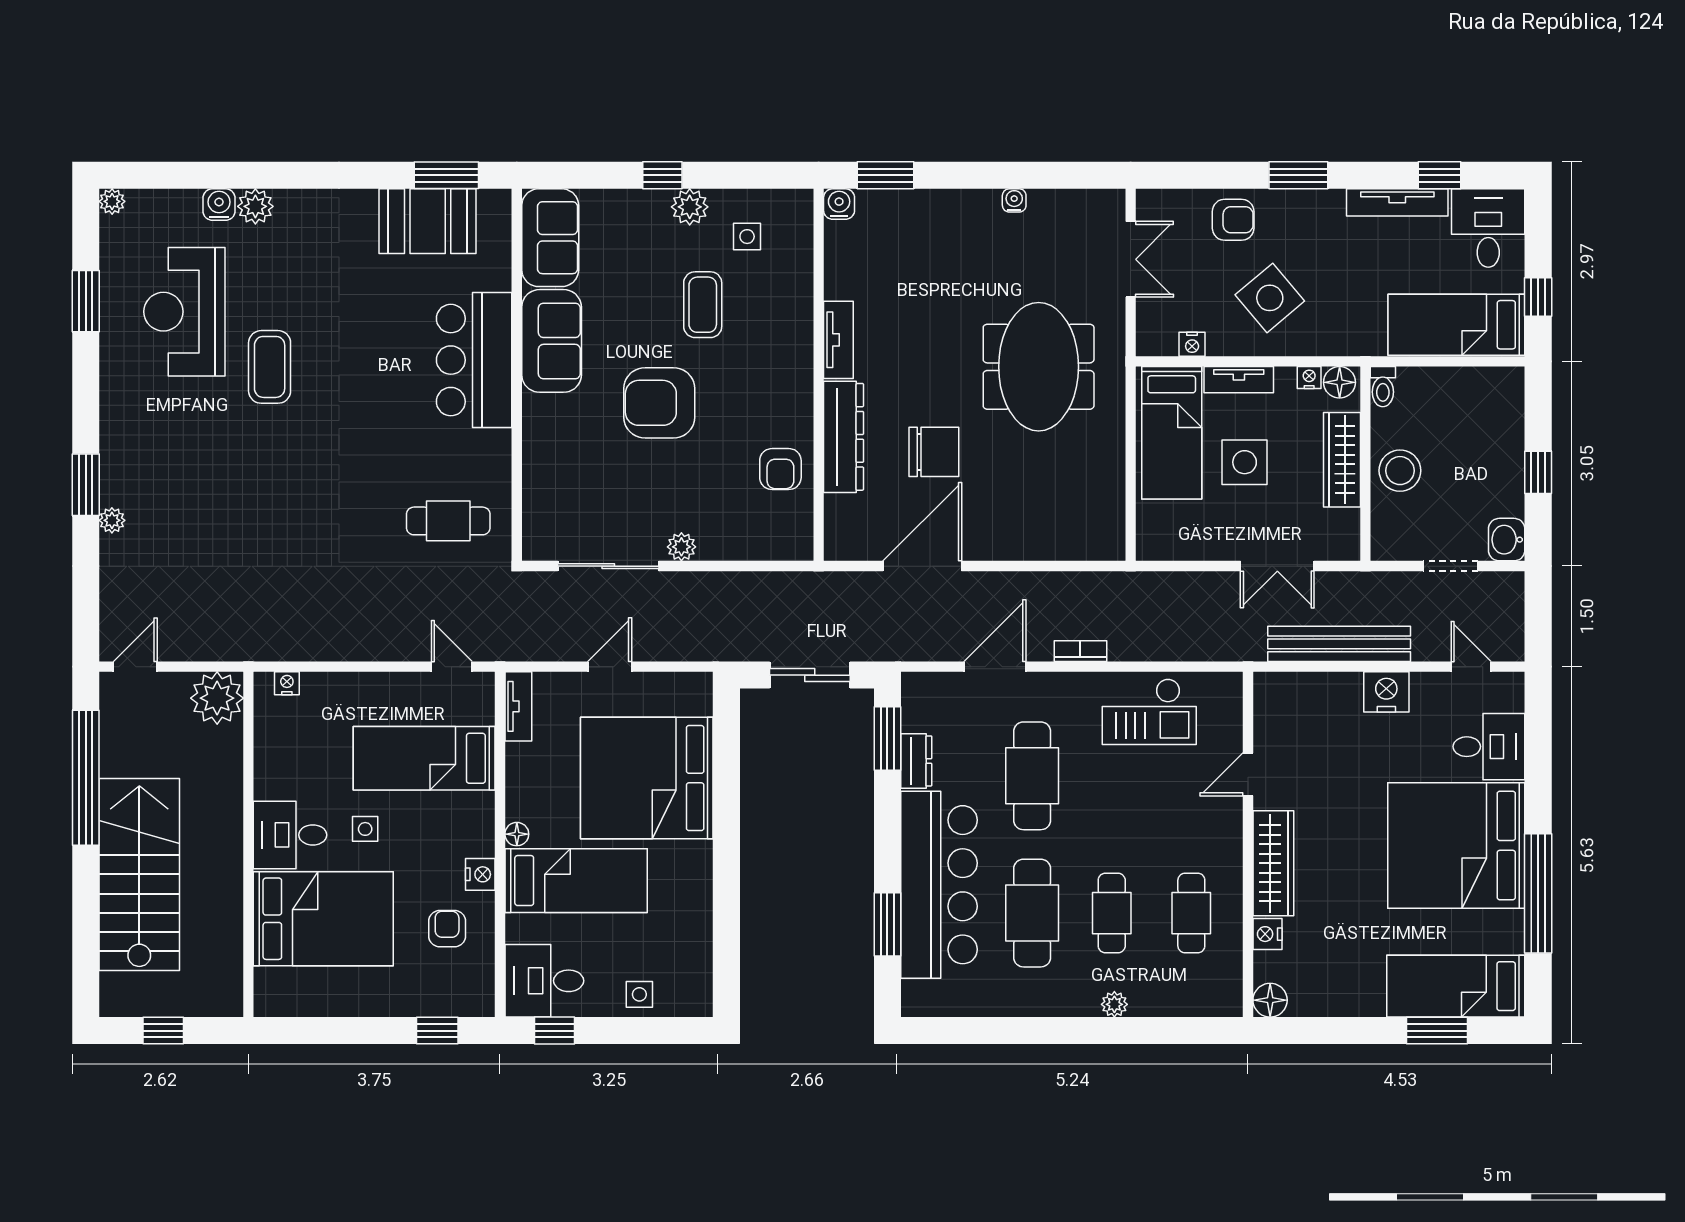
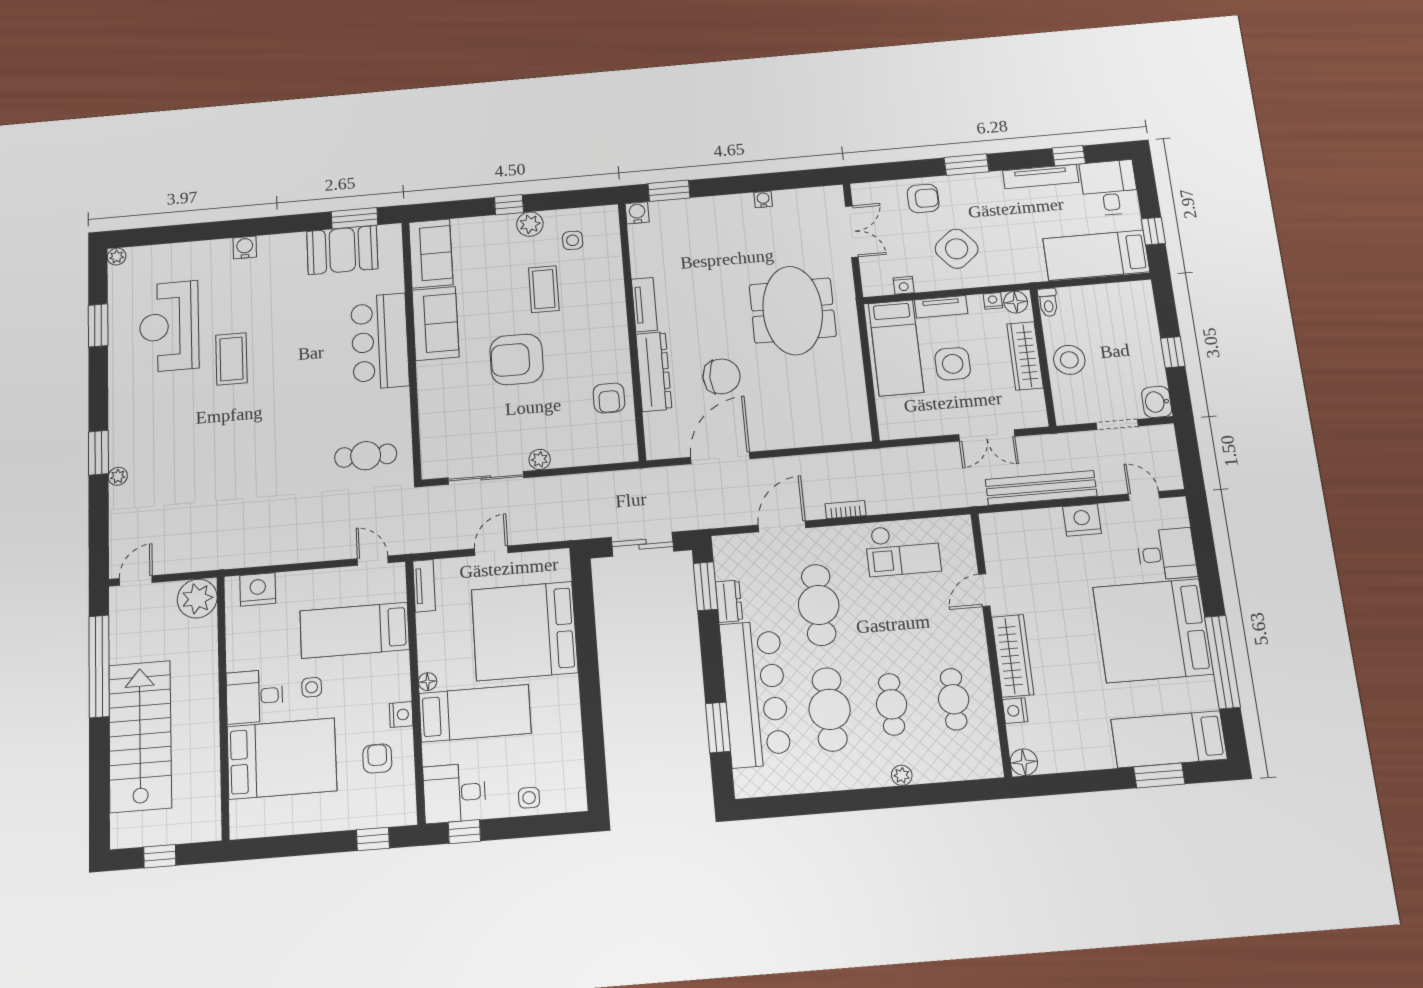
water cooler: (219, 205) -> (245, 247), moved
plant: (255, 206) -> (219, 251), removed
nightstand: (287, 683) -> (258, 589), width x1.89, depth x1.79

